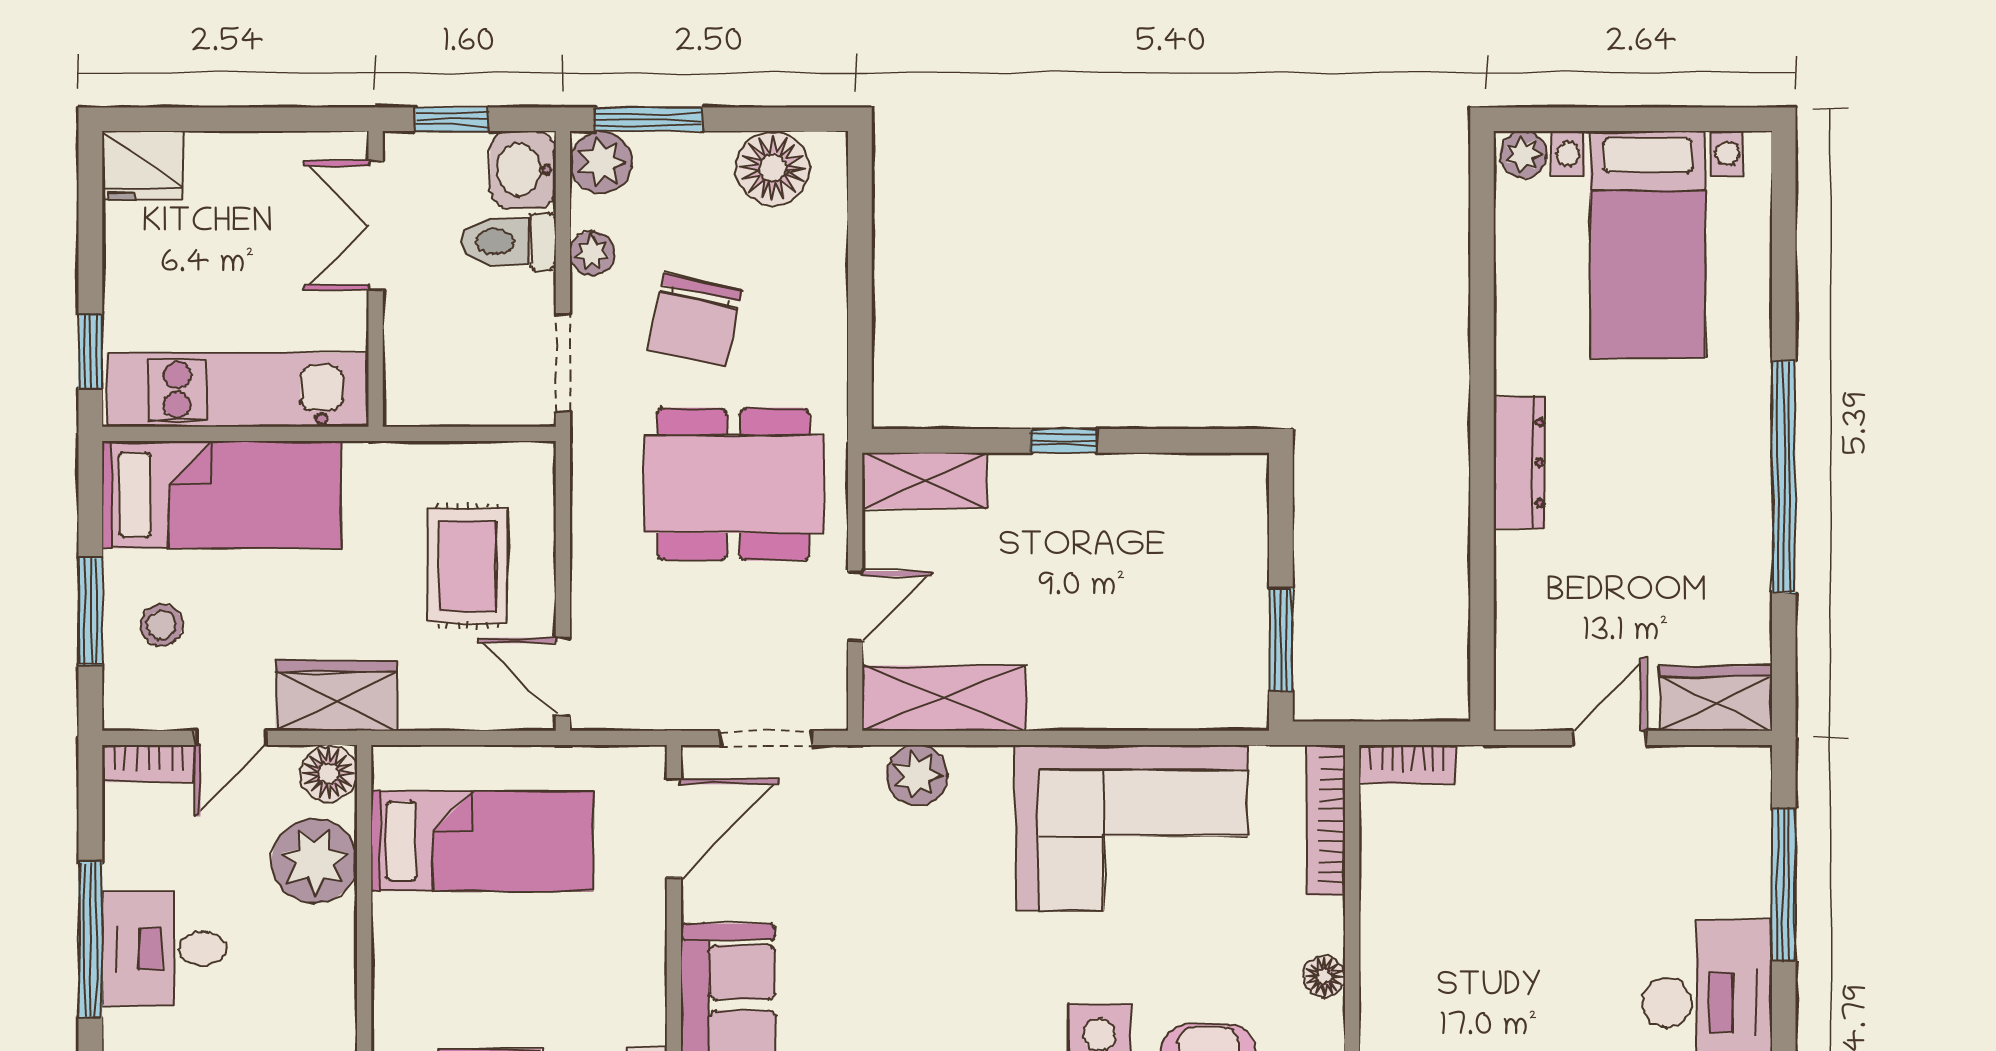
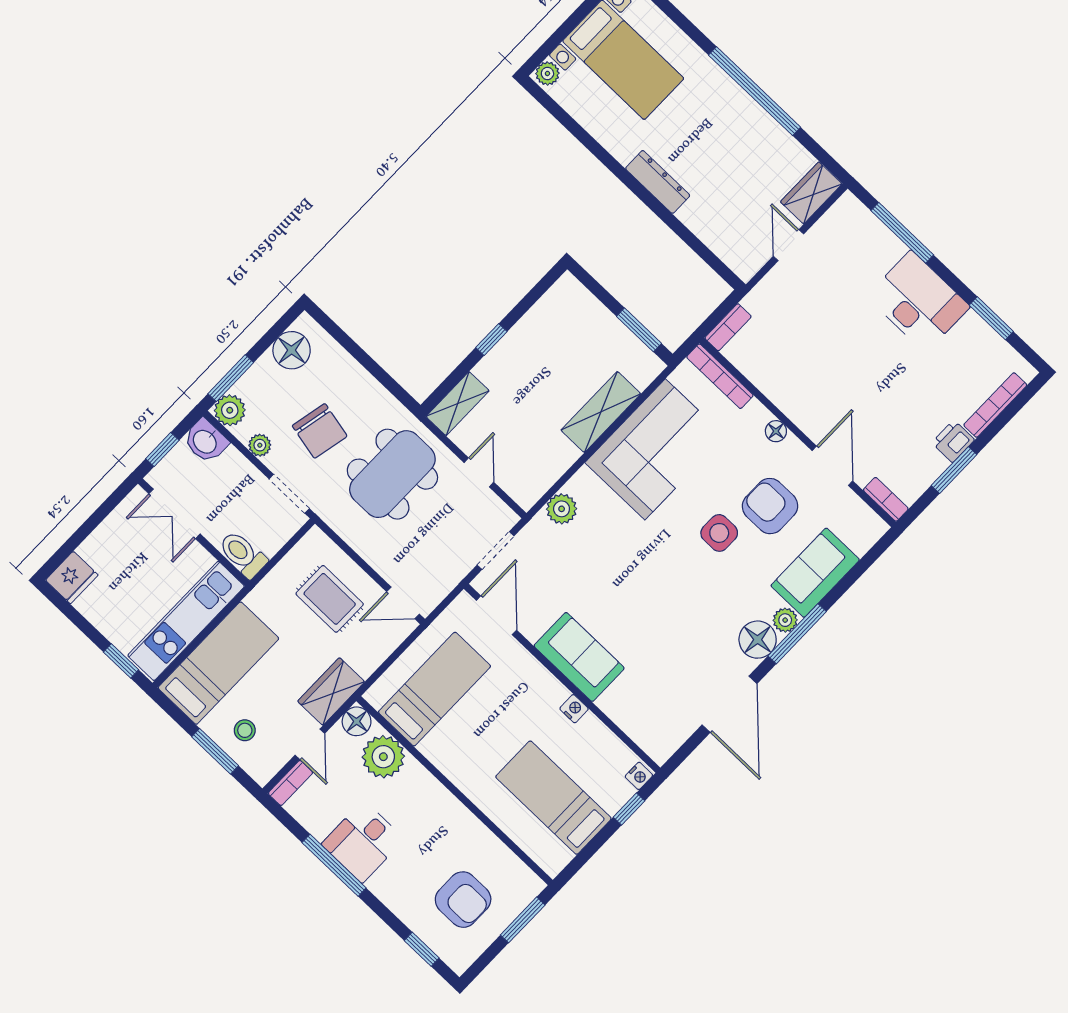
toilet: (508, 242) -> (243, 554), moved, turned 90
shelving: (944, 698) -> (601, 412), moved

